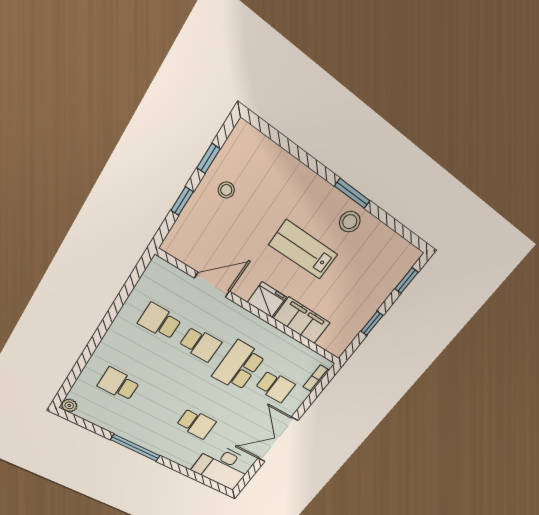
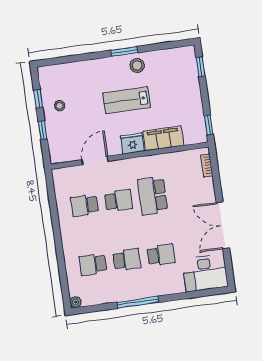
window: (372, 323) -> (209, 125), moved
school desk: (275, 386) -> (127, 260), moved

